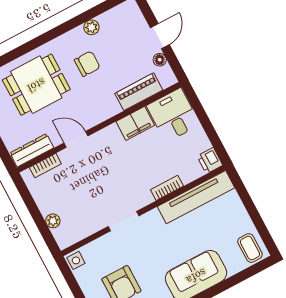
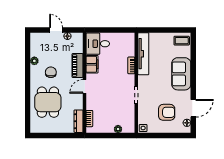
piano: (139, 92) -> (78, 65), moved
door: (76, 139) -> (85, 86), moved
printer: (210, 161) -> (129, 38), removed

